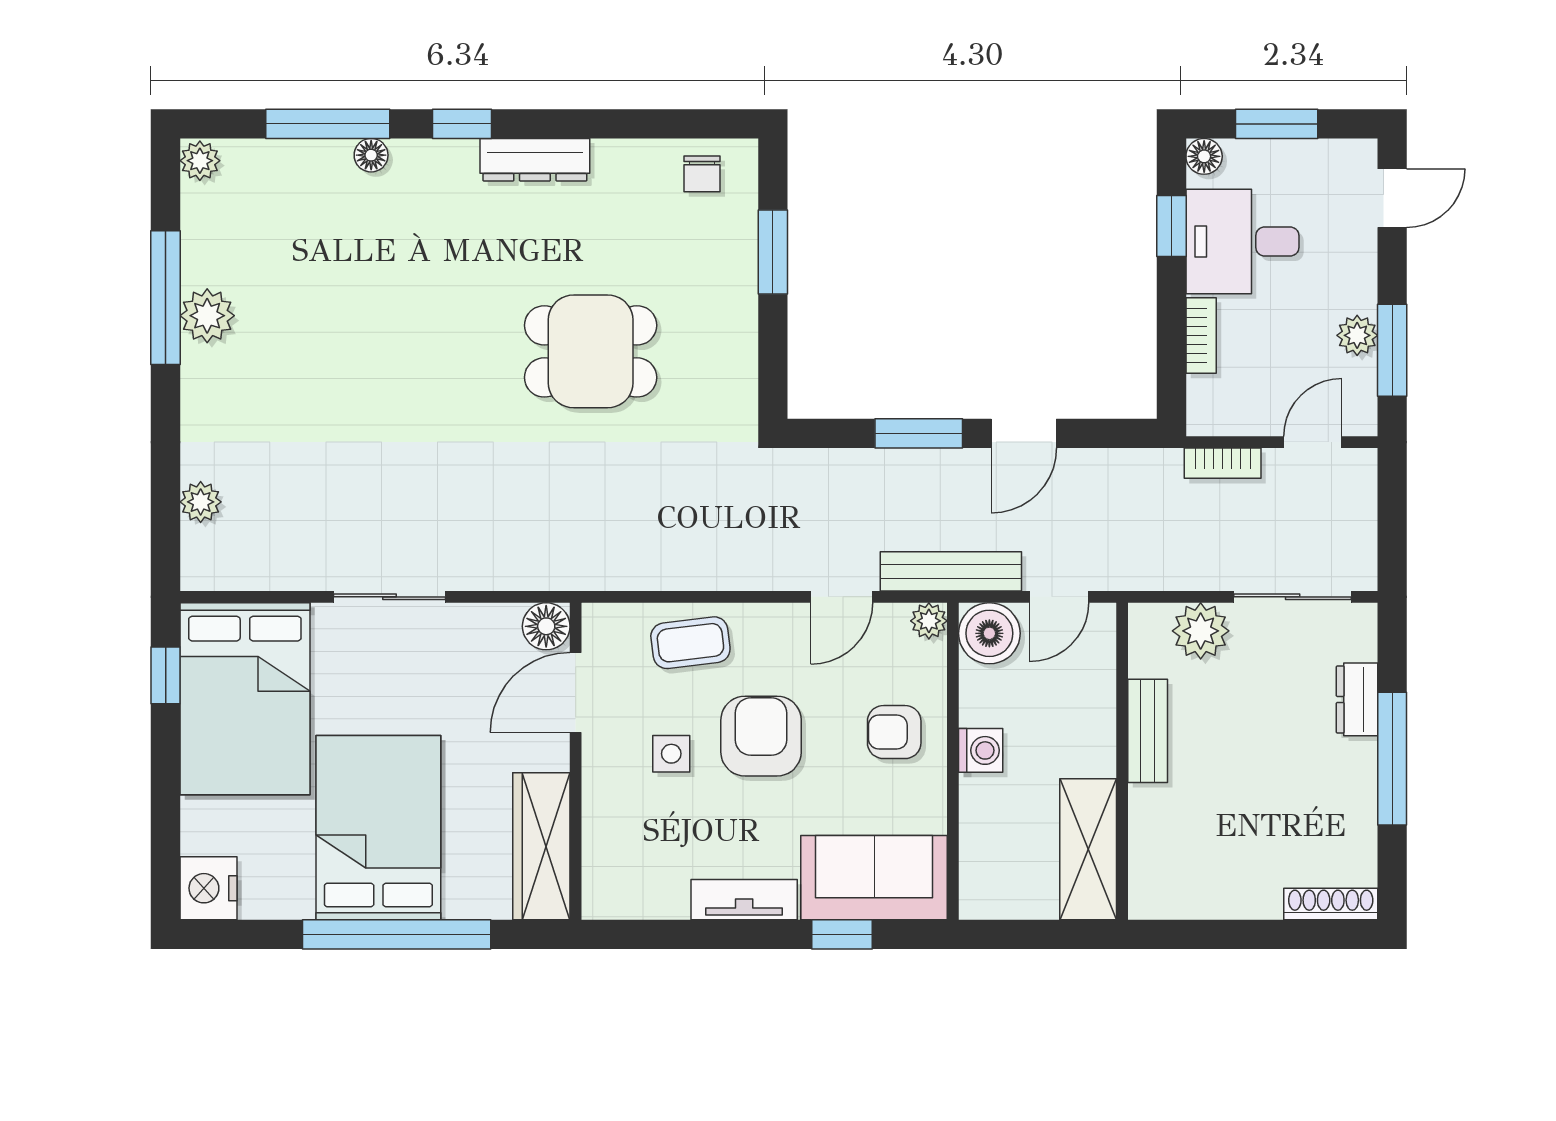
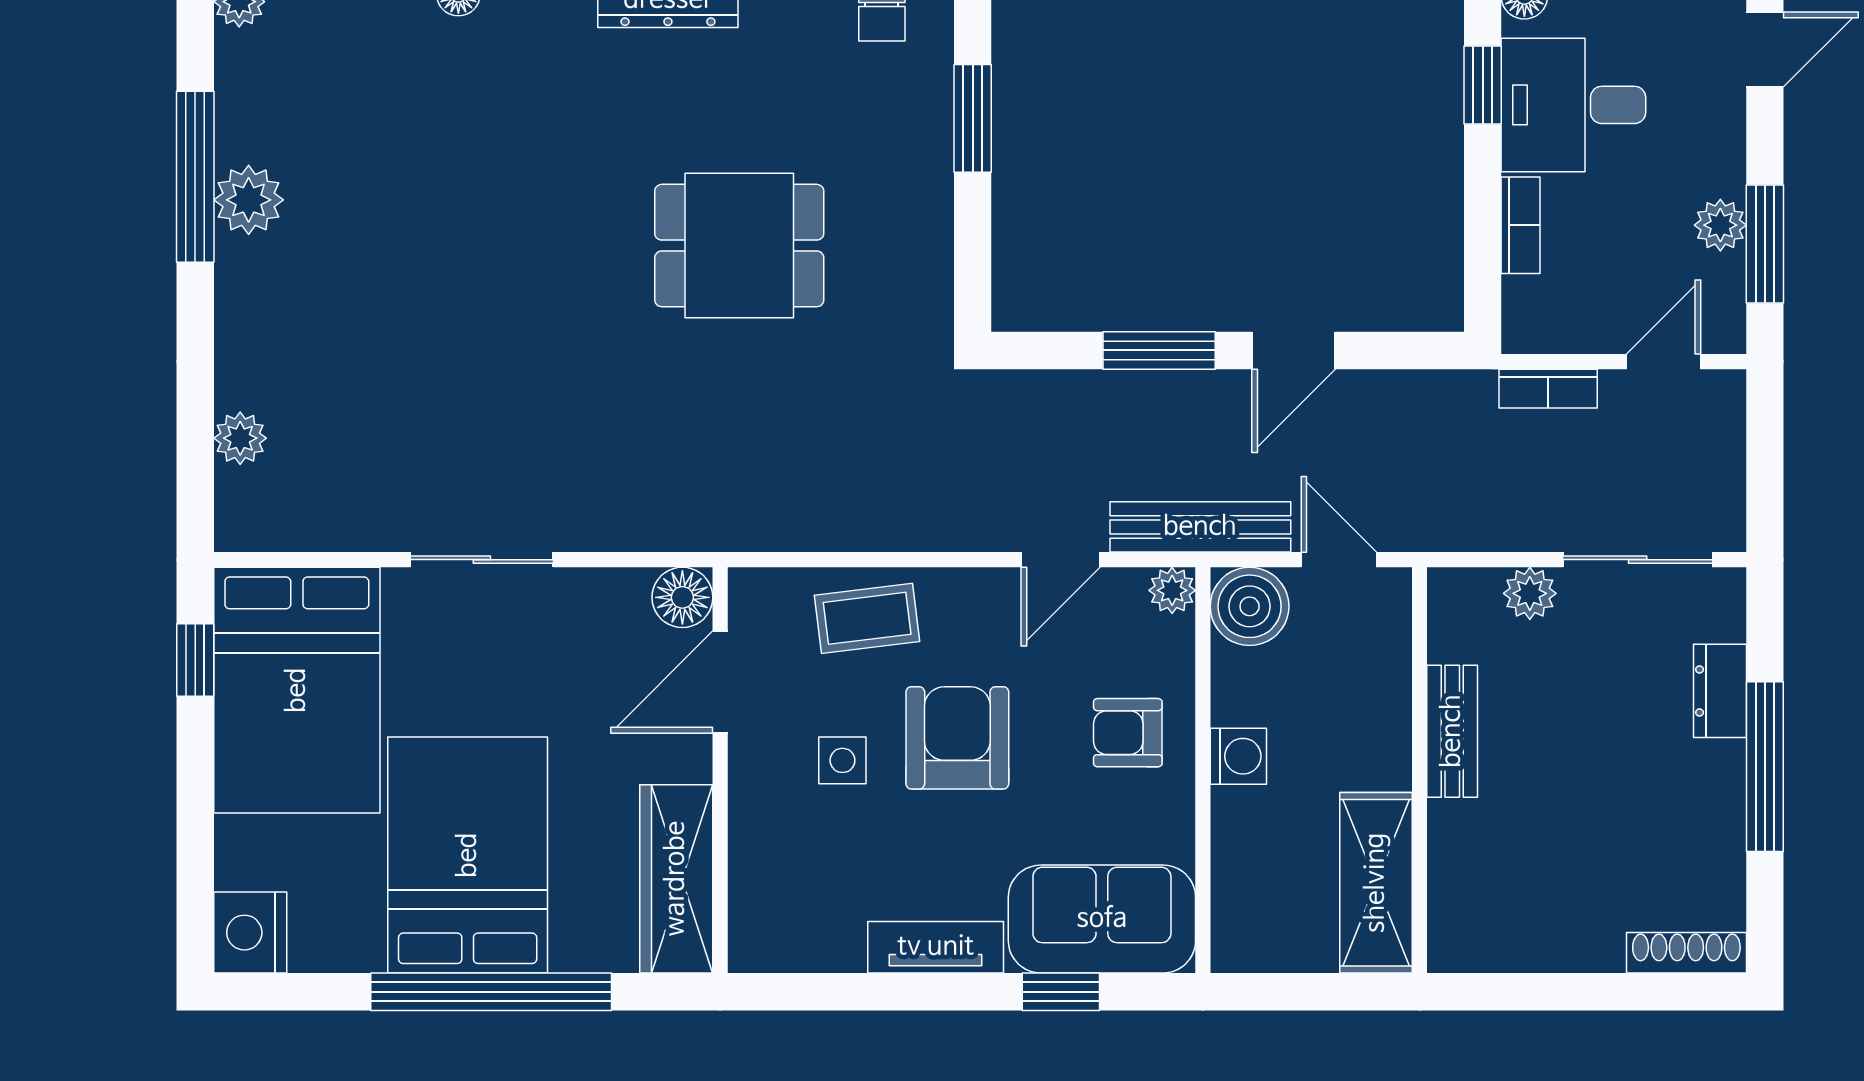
door: (1059, 597) -> (1339, 560), swing flipped
plant: (1201, 631) -> (1530, 593), width x0.73, depth x0.73

